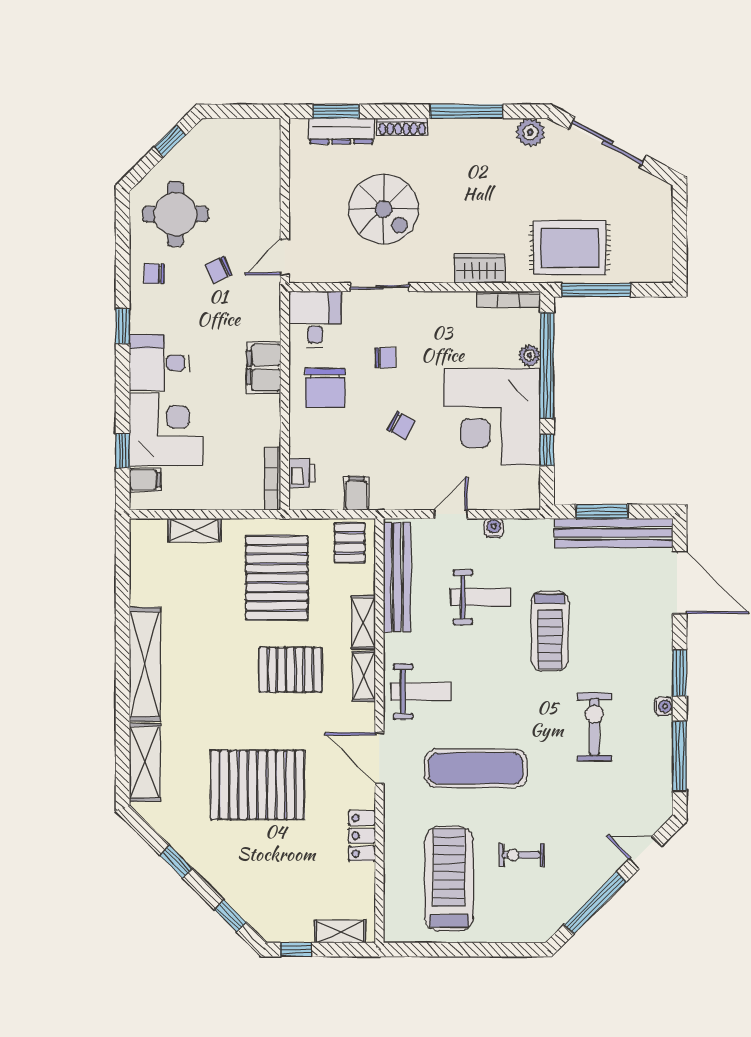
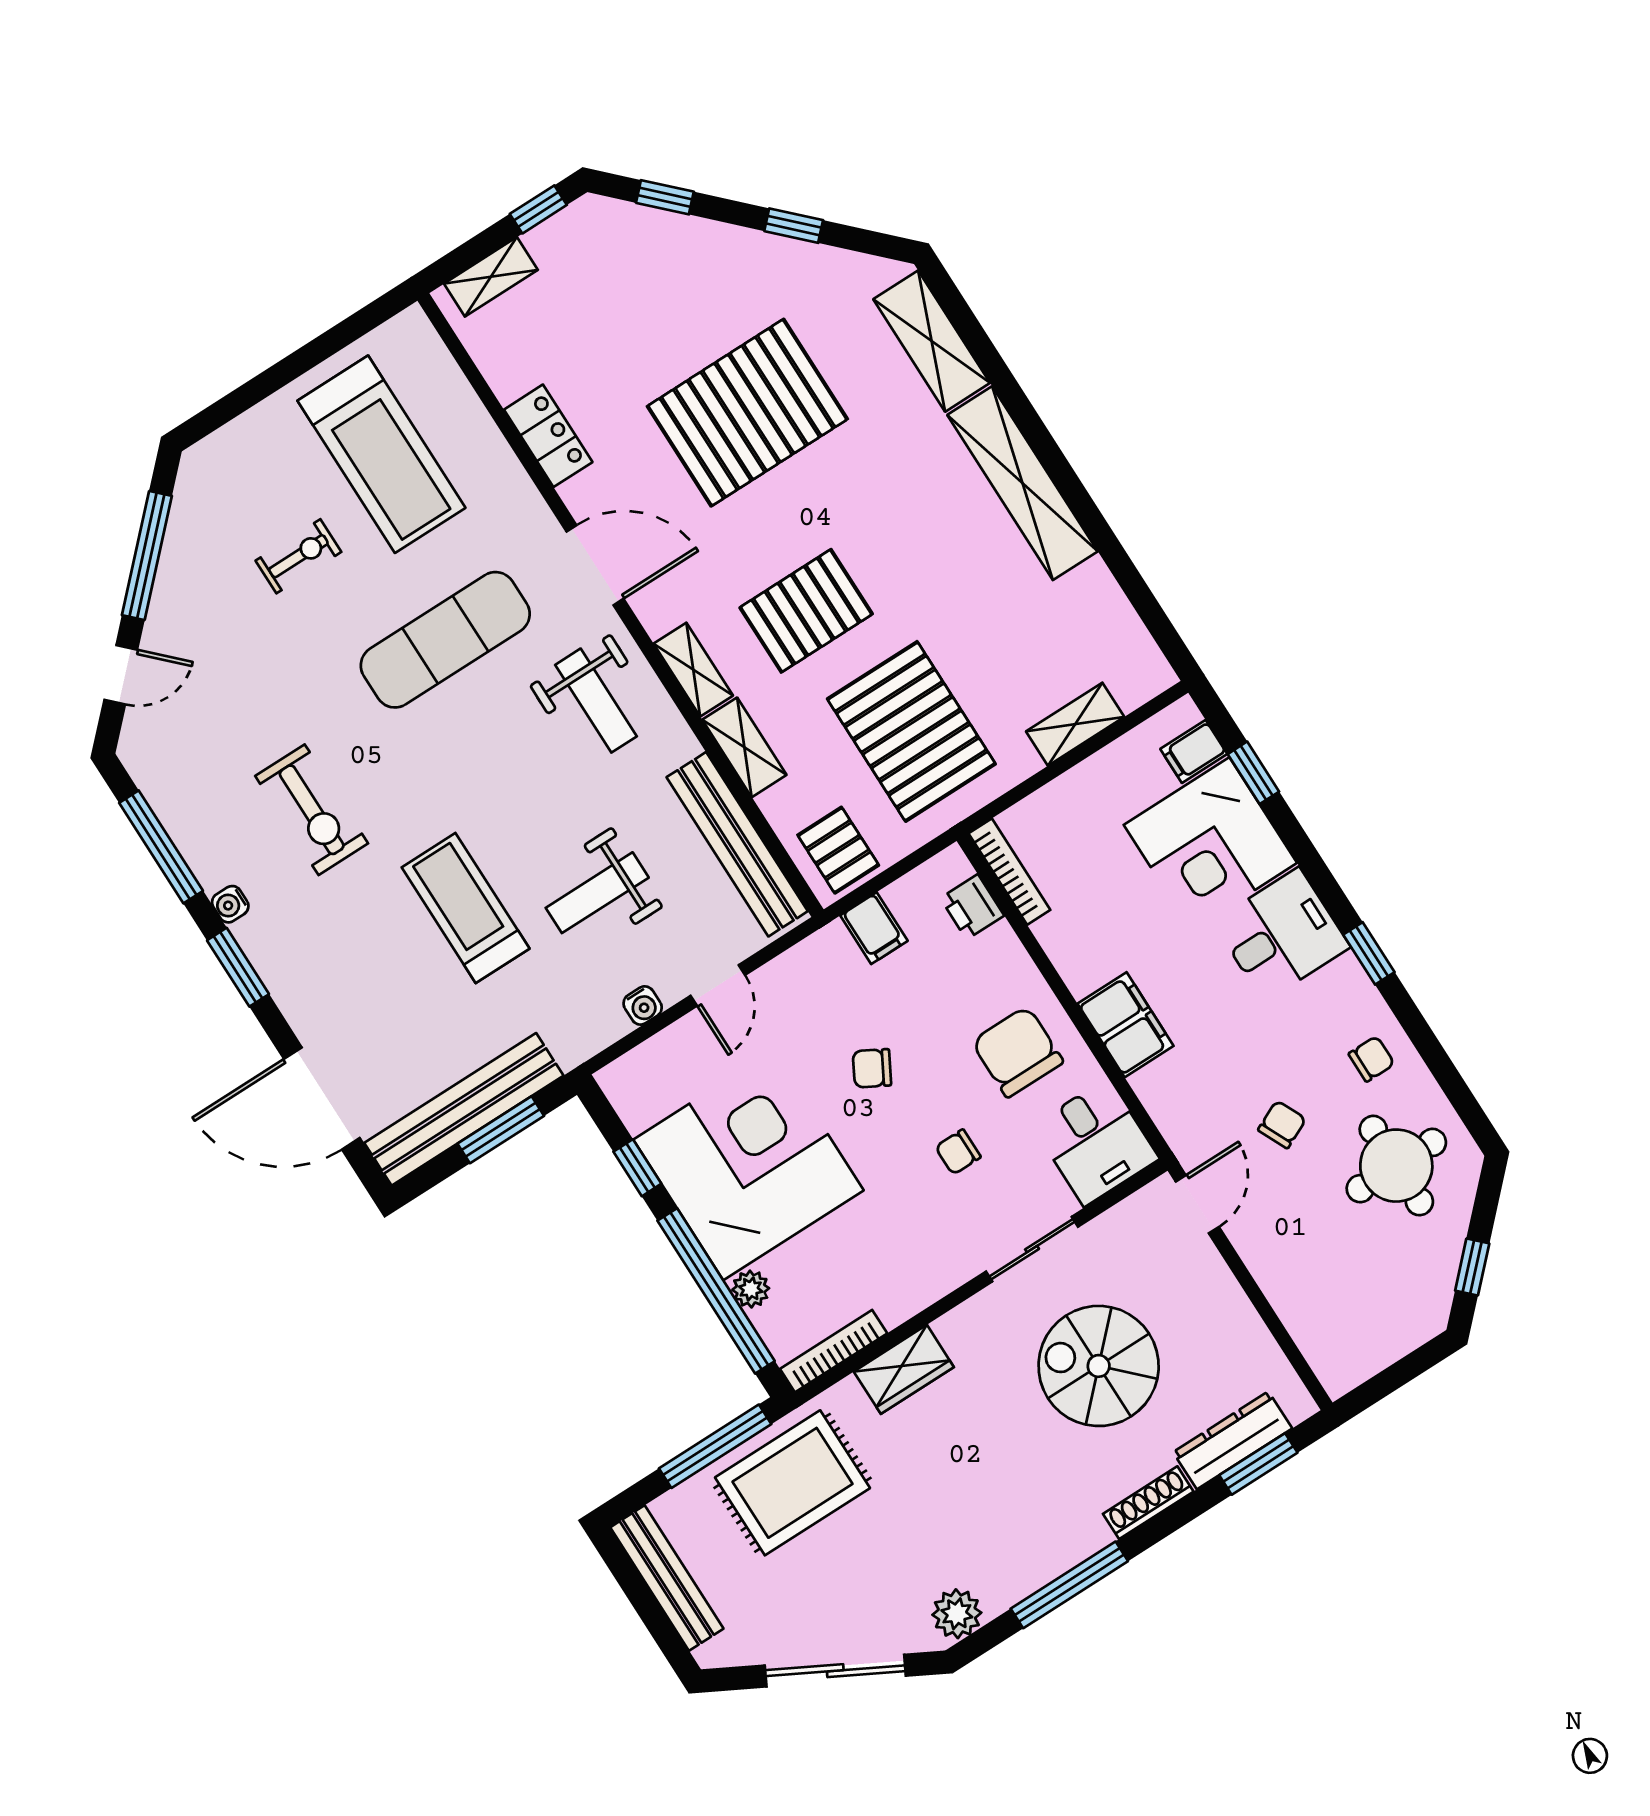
bench: (661, 241) -> (667, 1578), added
weight bench: (421, 691) -> (596, 701), turned -90

